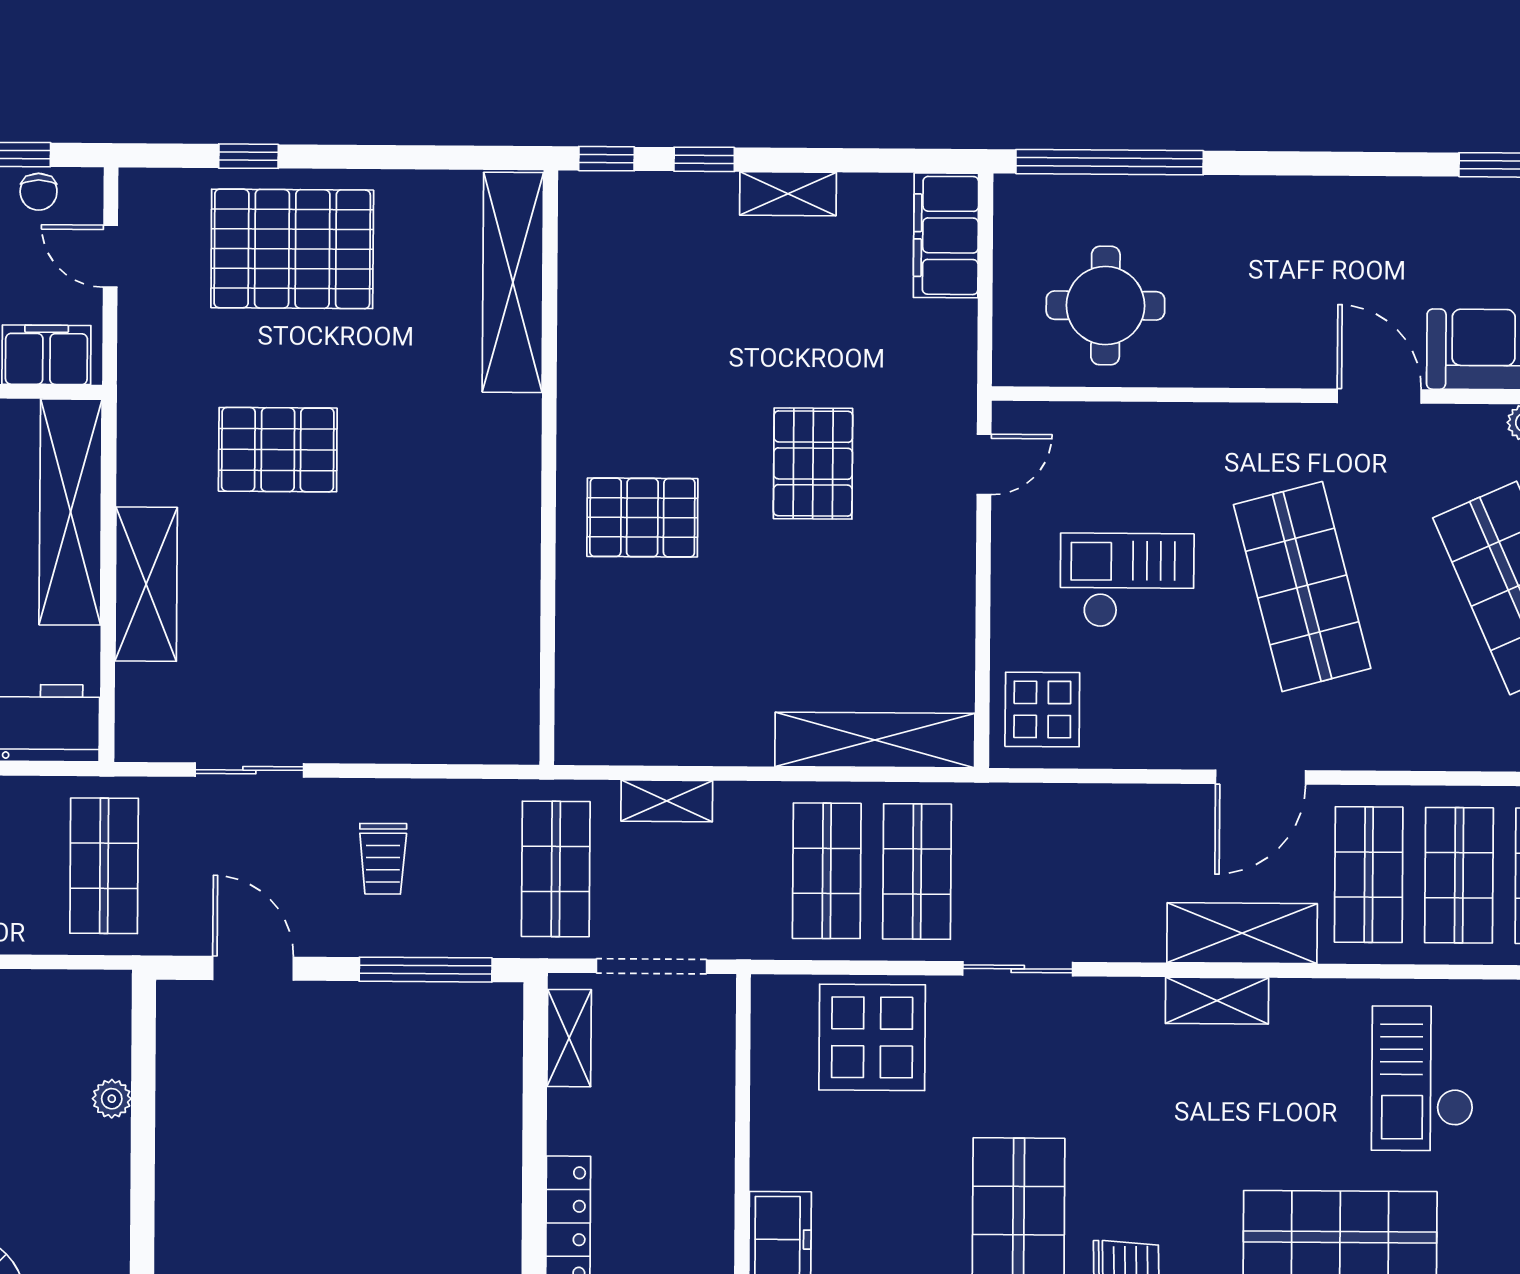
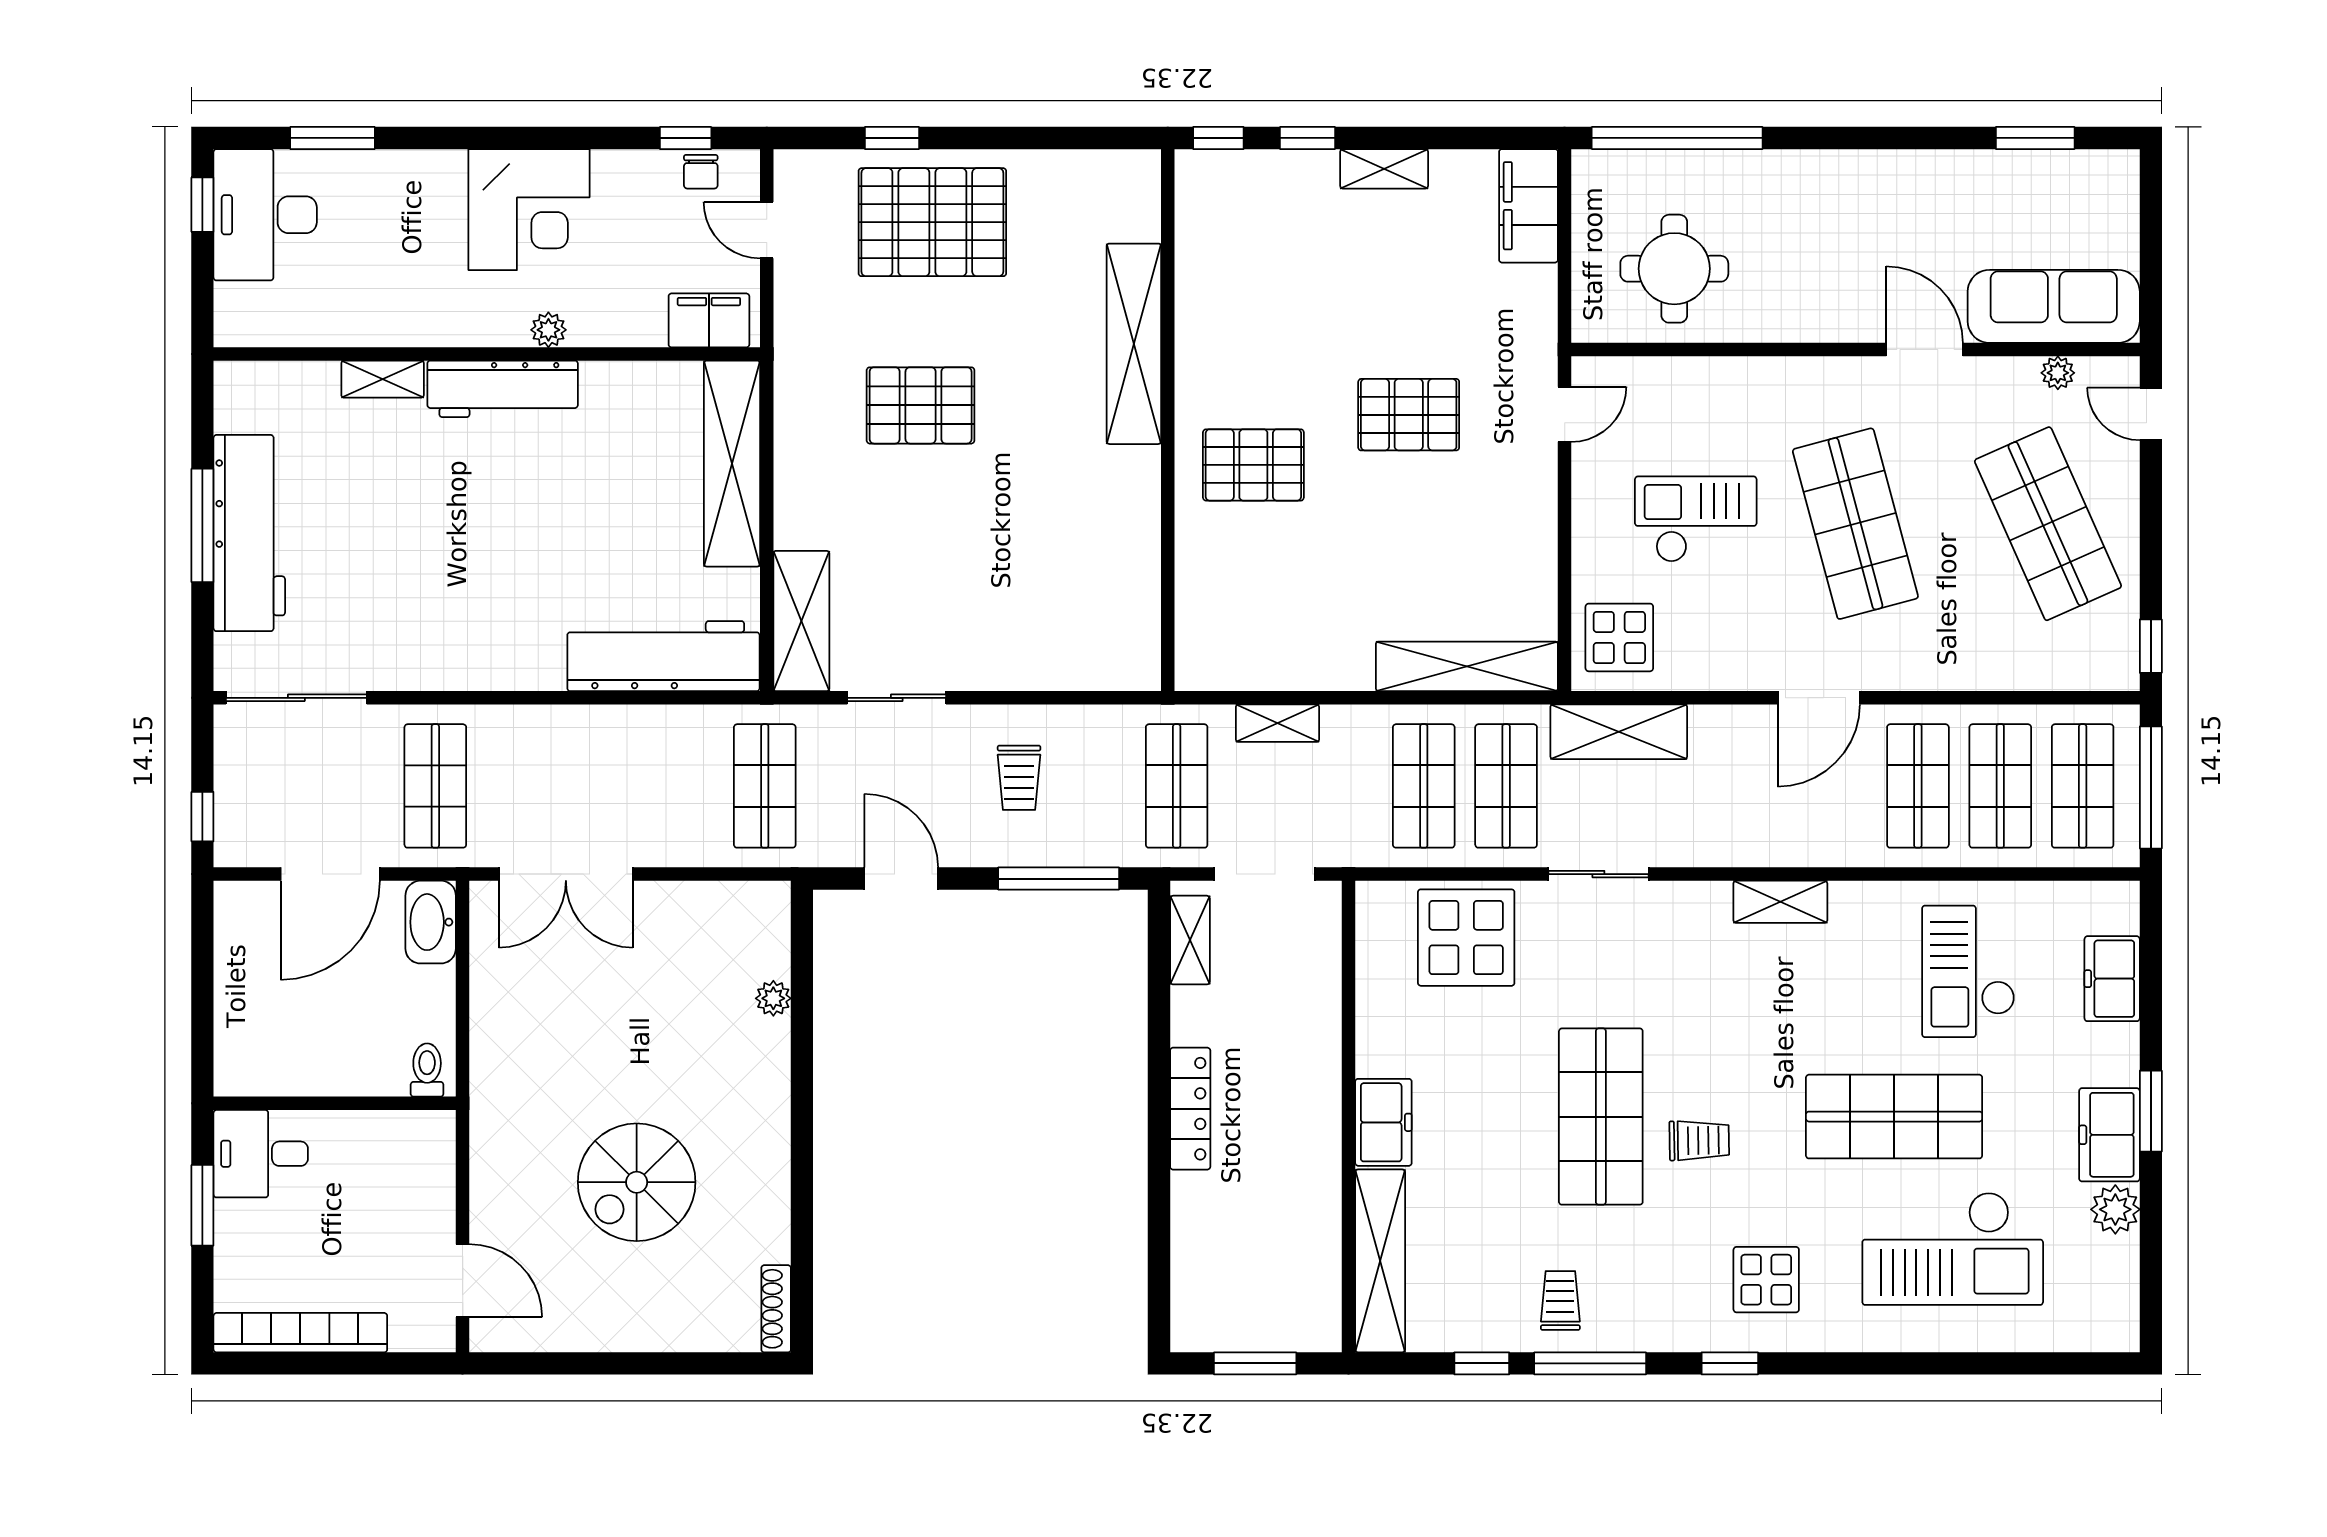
shelving: (513, 282) -> (1134, 344), moved
pallet: (813, 464) -> (1409, 415), turned 90
shelving: (146, 584) -> (801, 621), moved
shelving: (1242, 933) -> (1619, 732), moved

